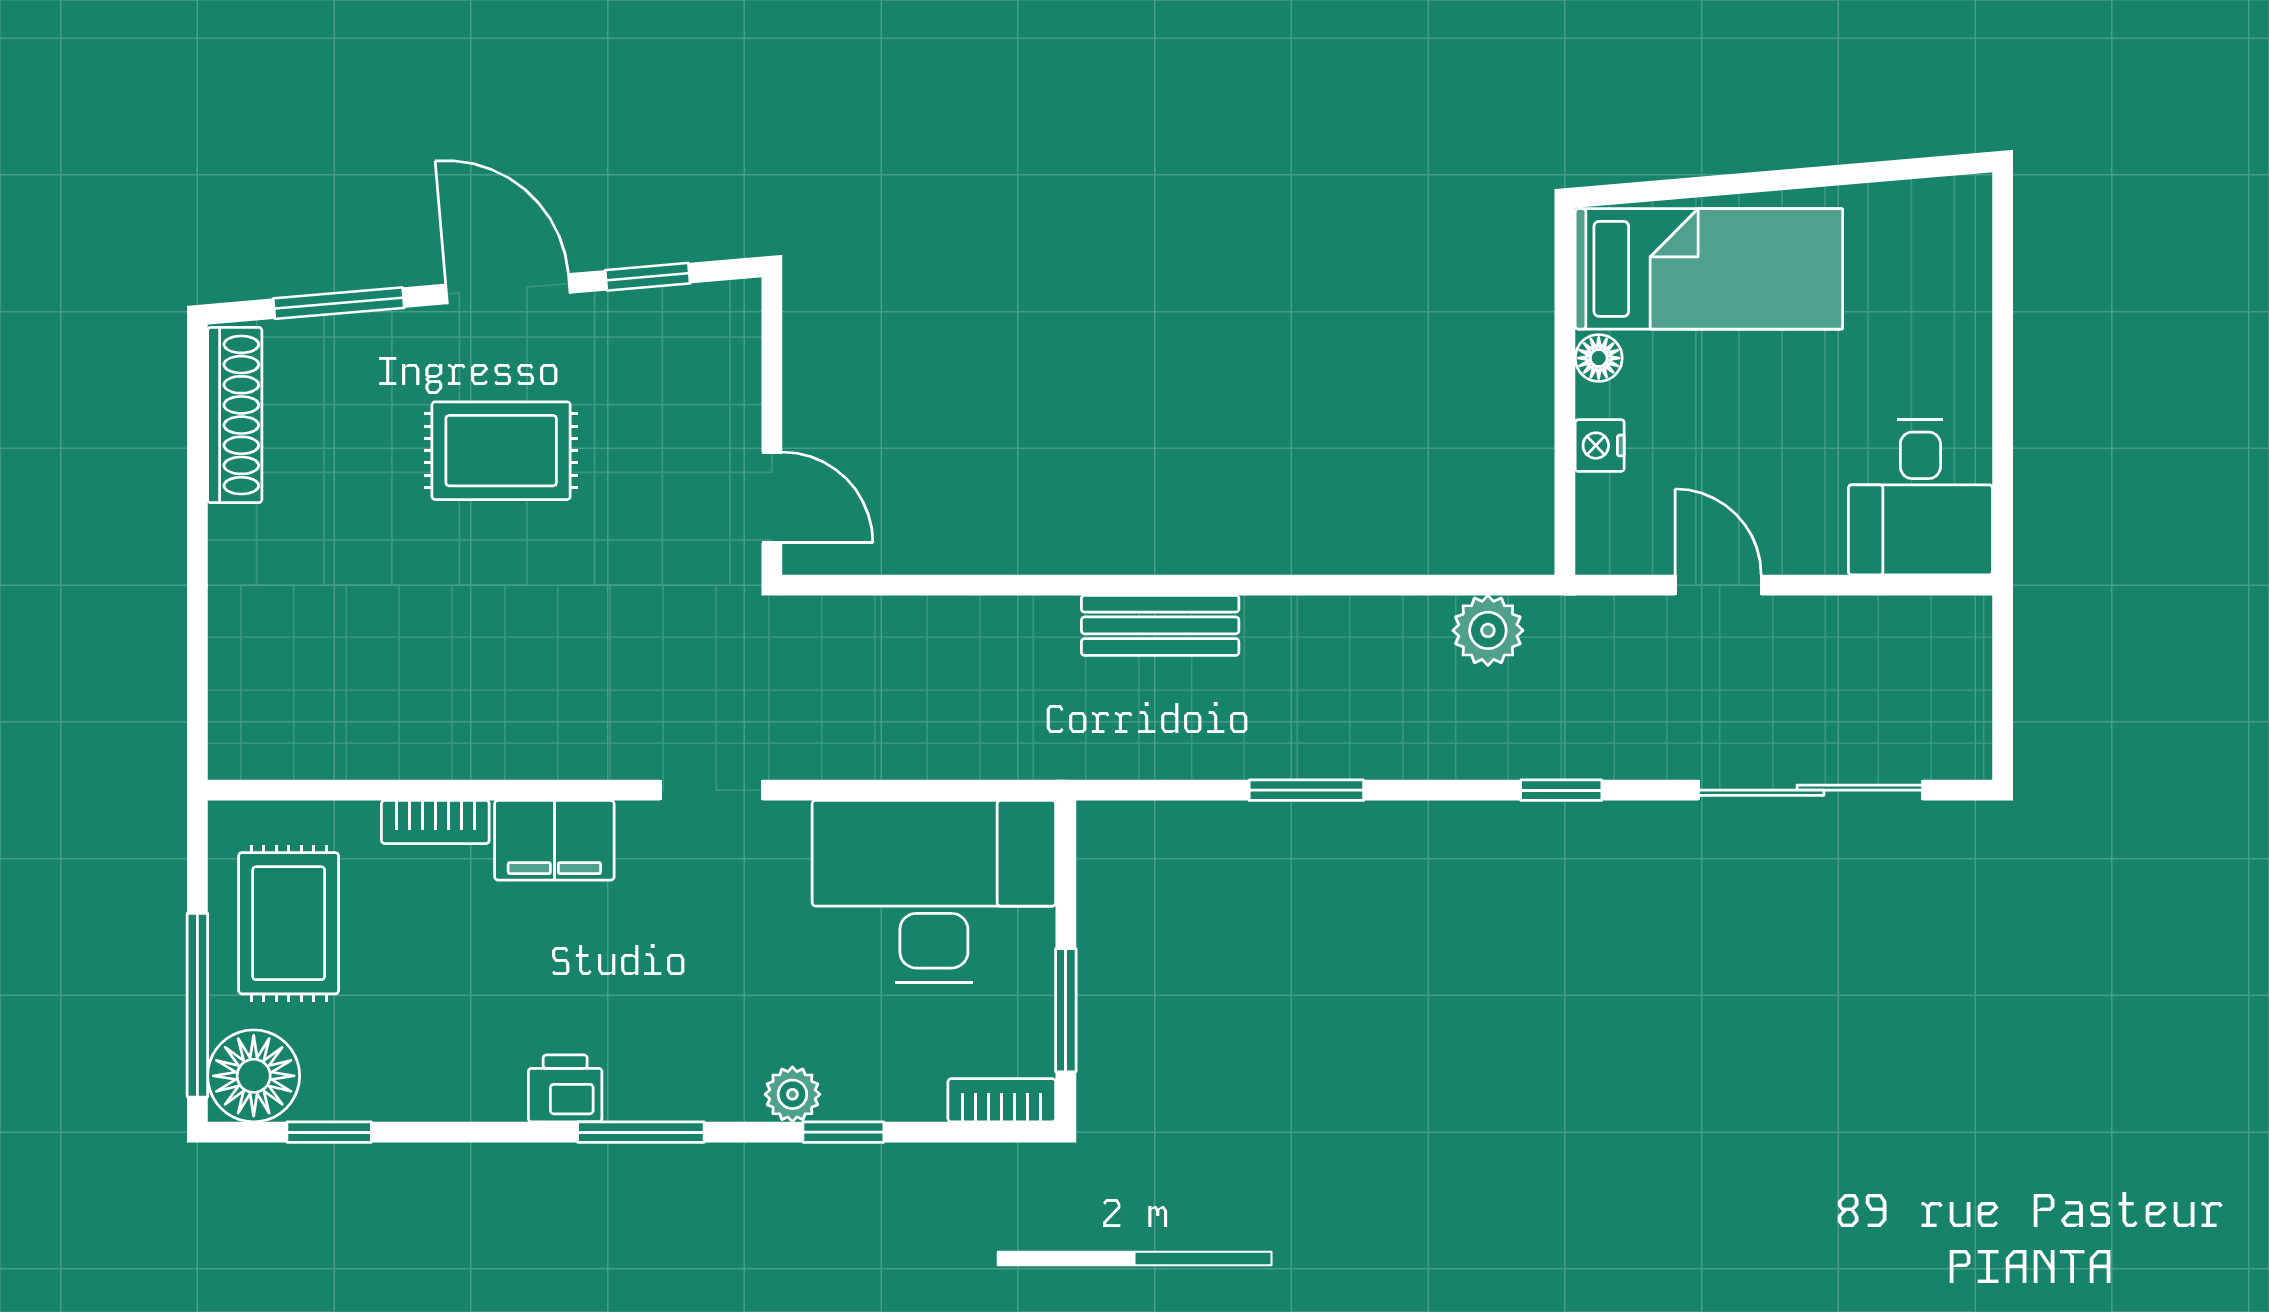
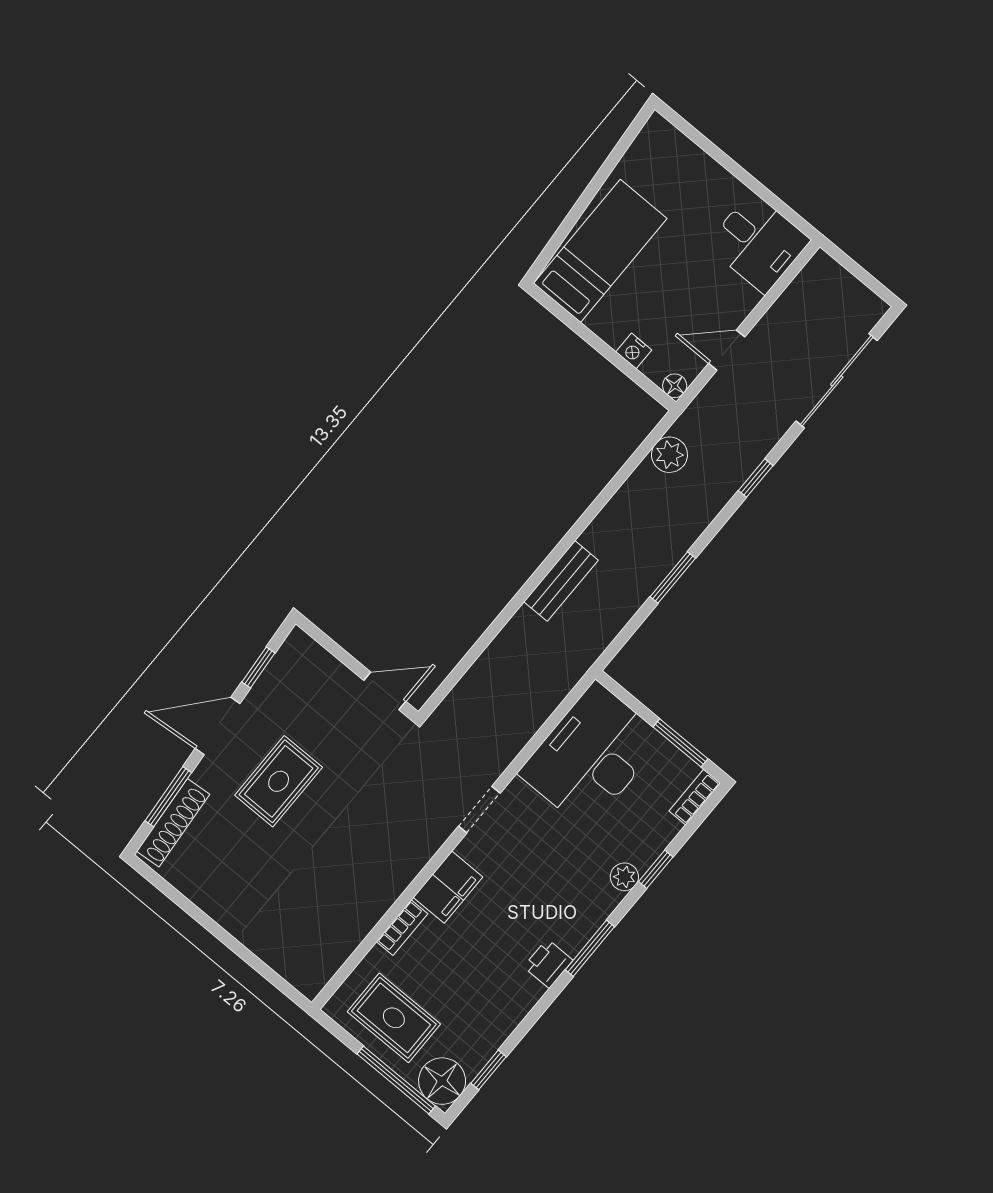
floor lamp: (1599, 358) -> (675, 386), moved
shoe rack: (235, 415) -> (173, 823), moved, turned 85

